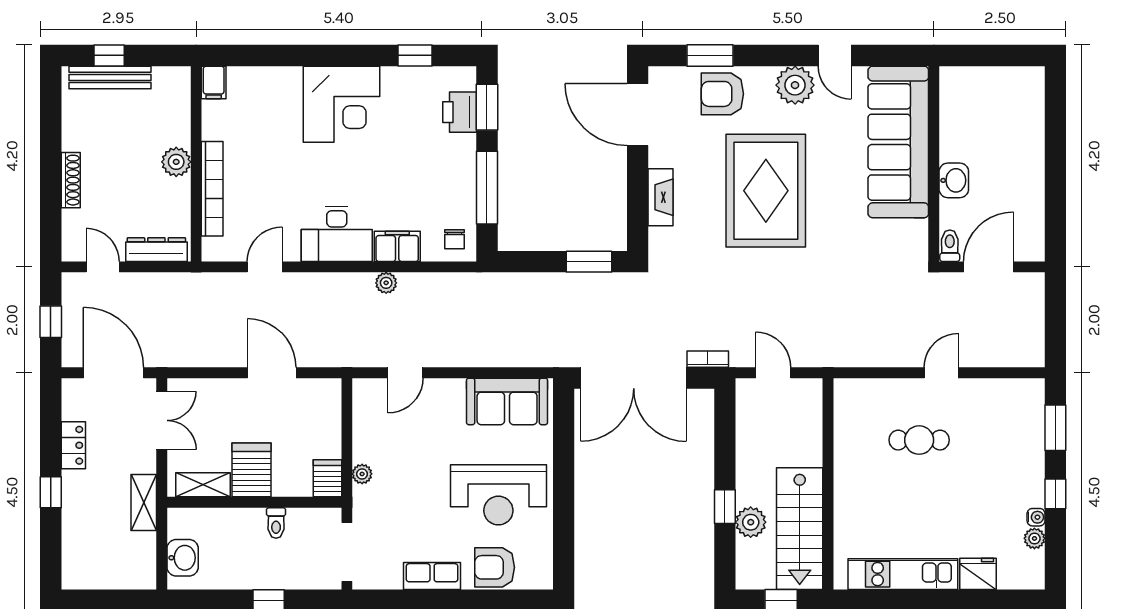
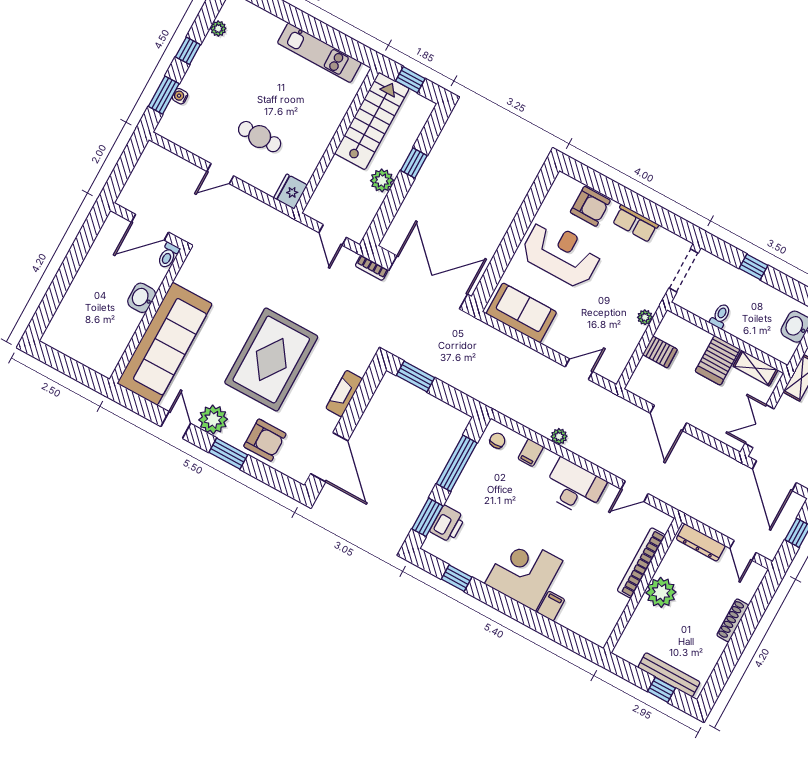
window: (710, 55) -> (228, 454), moved
filing cabinet: (214, 82) -> (551, 606), moved
plant: (176, 162) -> (661, 592), width x1.36, depth x1.36
filing cabinet: (397, 246) -> (531, 453), width x0.50
server rack: (327, 478) -> (660, 352), moved, turned -90
water cooler: (1036, 517) -> (180, 96), moved
plant: (751, 522) -> (382, 180), moved
fridge: (978, 574) -> (291, 192), moved, turned 90

